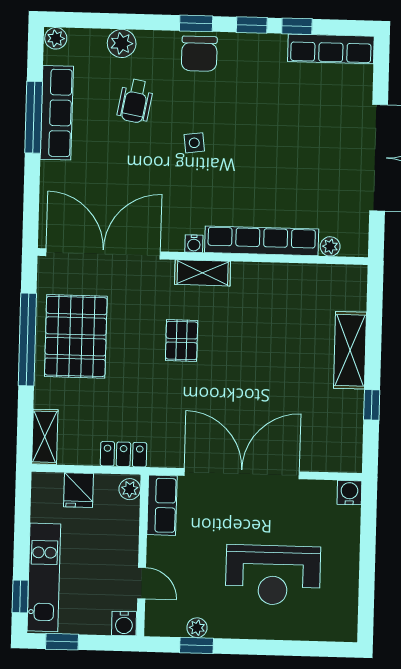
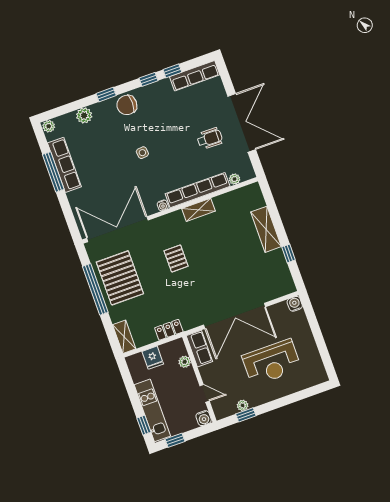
window: (196, 23) -> (106, 95), moved
chair: (199, 54) -> (127, 105), turned 90
wheelchair: (135, 101) -> (210, 138), moved, turned -99
shelving: (203, 273) -> (199, 210), moved
double door: (242, 474) -> (235, 316), swing flipped
plant: (130, 489) -> (185, 362), moved

